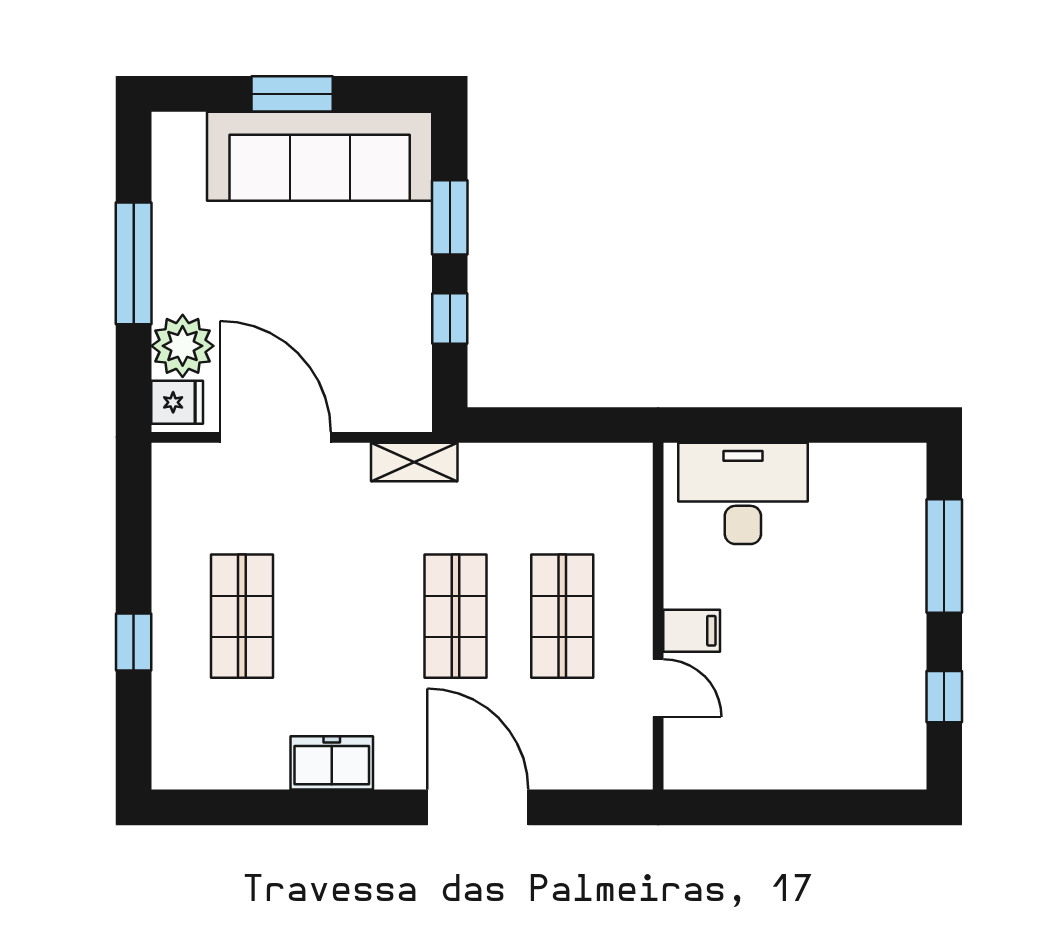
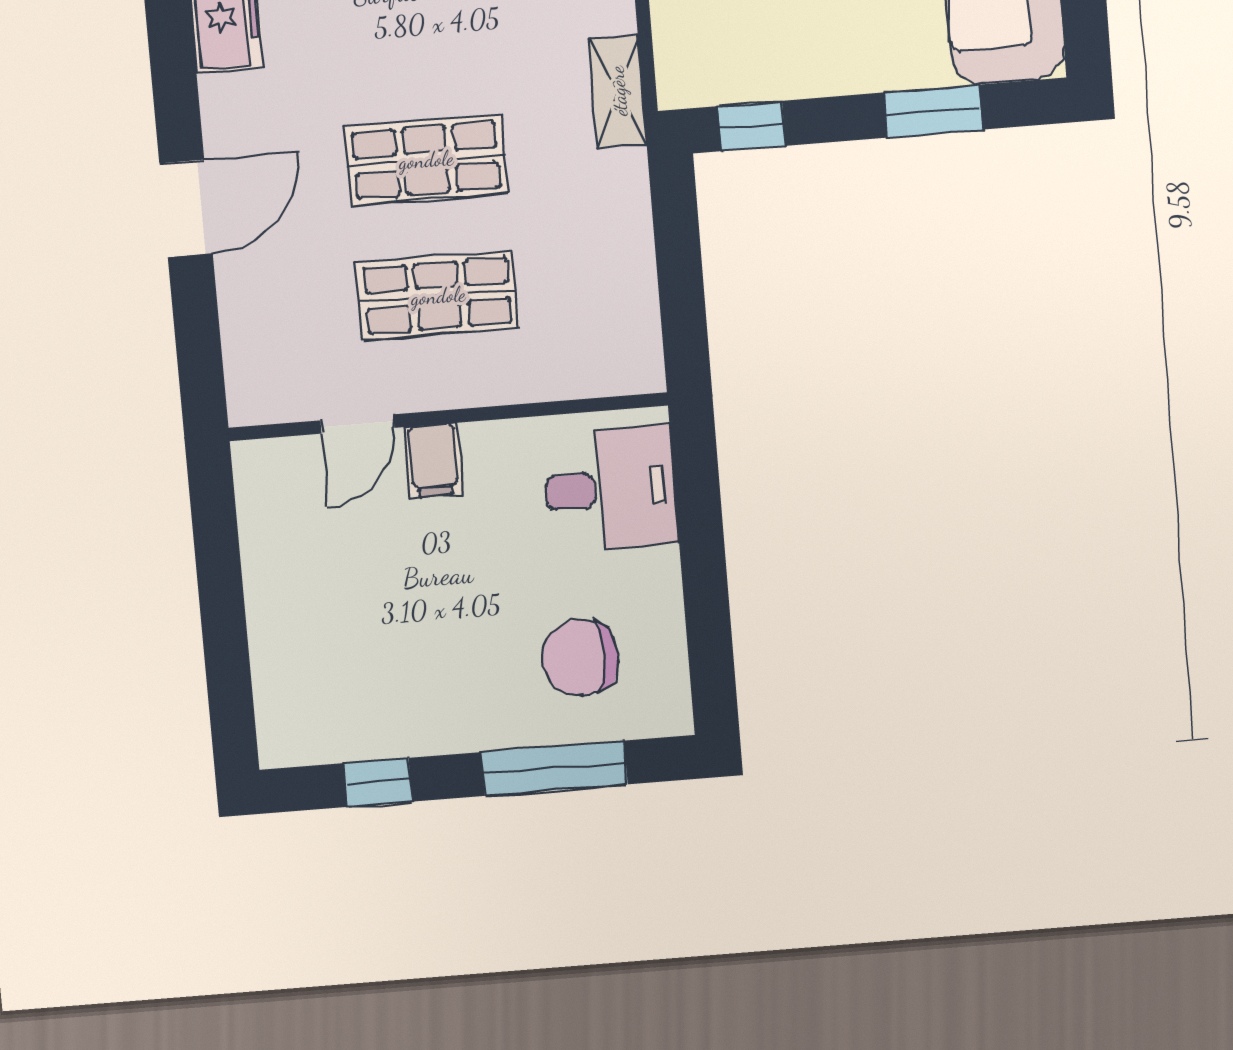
window: (450, 318) -> (752, 126), moved
desk: (743, 493) -> (610, 489), width x0.73
chair: (858, 528) -> (580, 658), added
door: (478, 807) -> (186, 209), width x0.73

